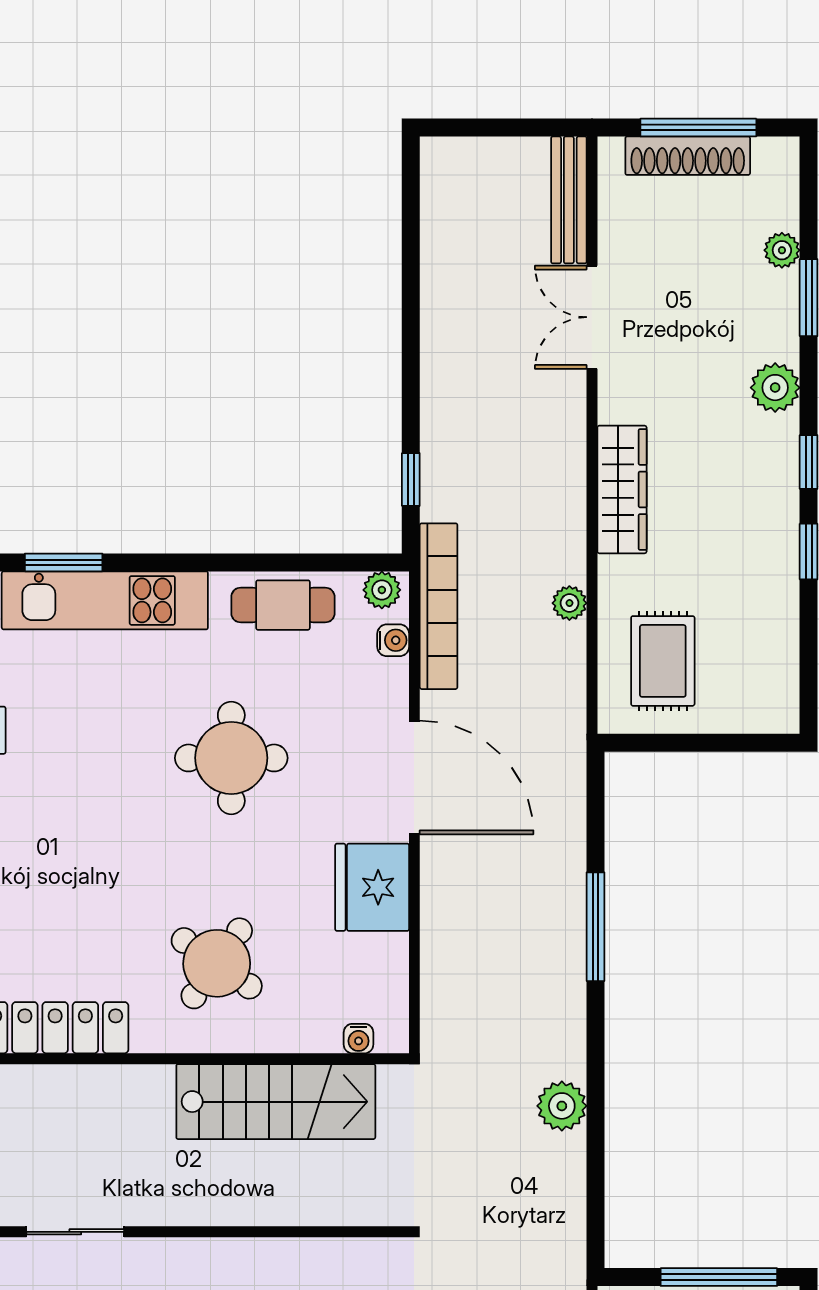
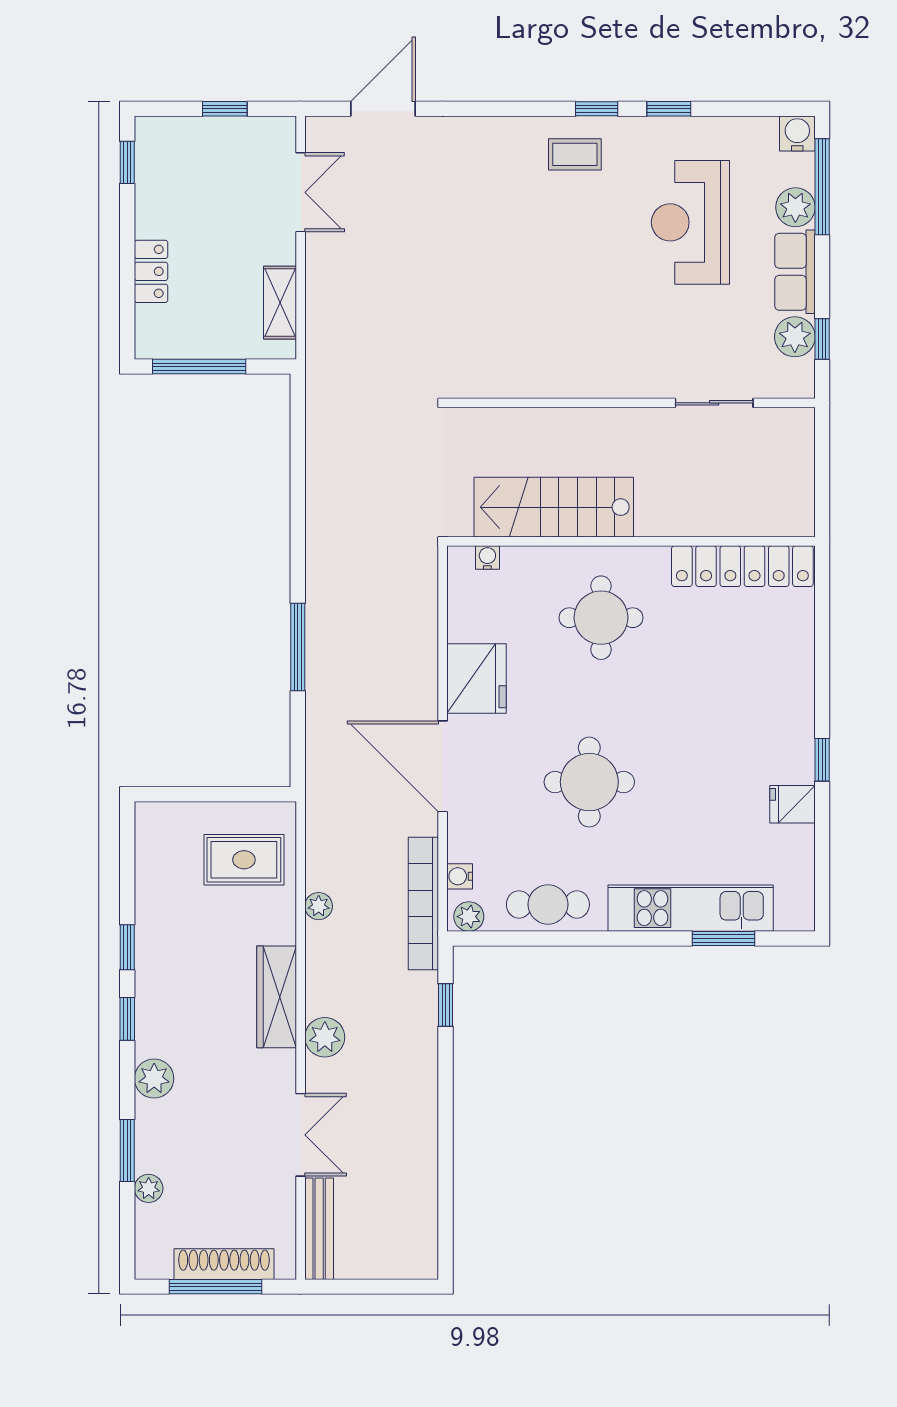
rug: (663, 661) -> (244, 860), turned 90
round table: (217, 963) -> (601, 618), turned -35
plant: (562, 1106) -> (325, 1037), moved

